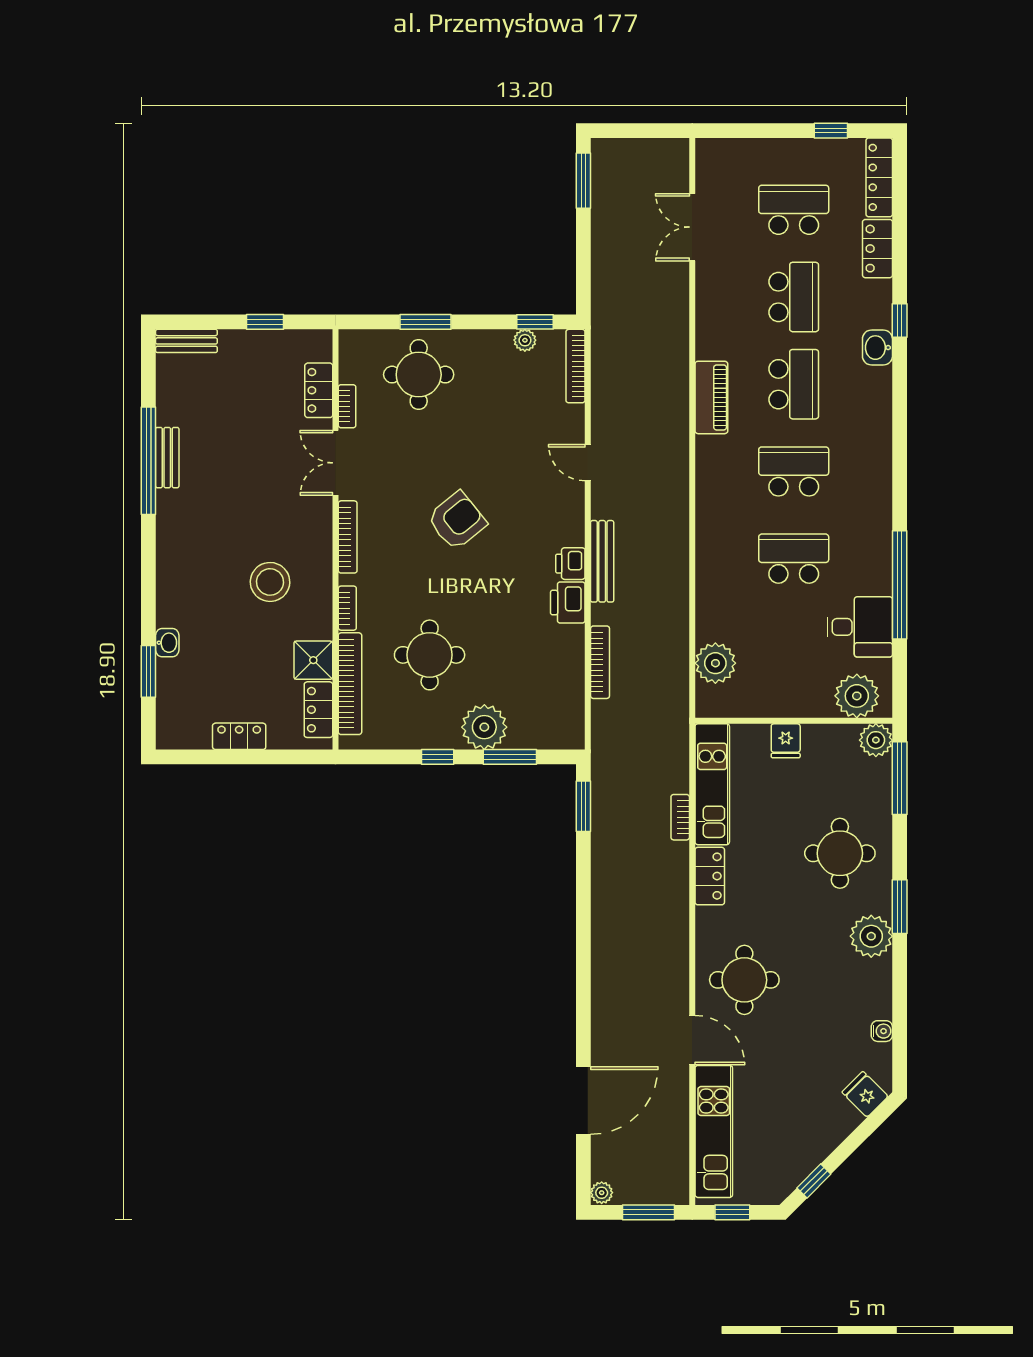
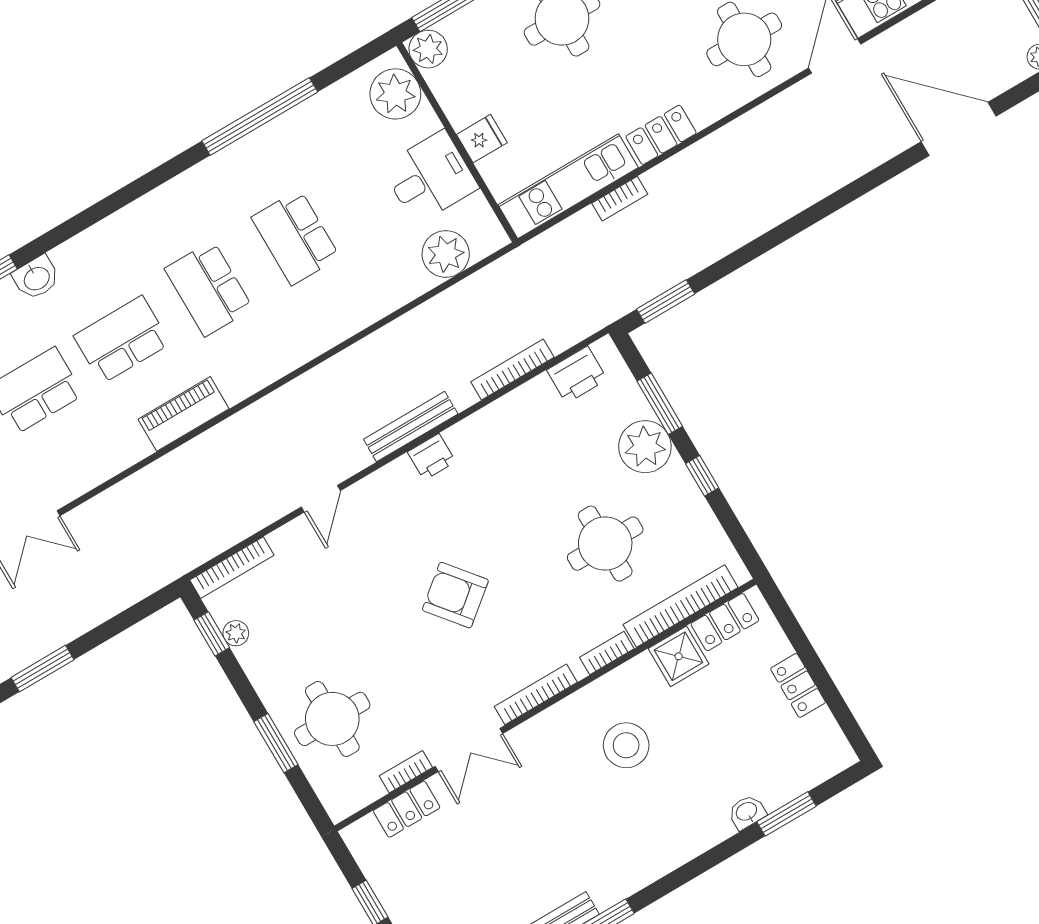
printer: (568, 603) -> (577, 375), moved
desk: (860, 627) -> (430, 177), moved, turned 90

